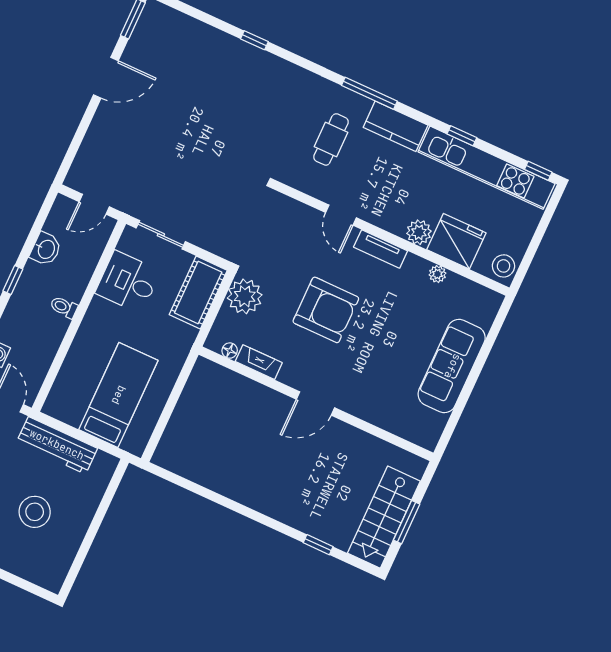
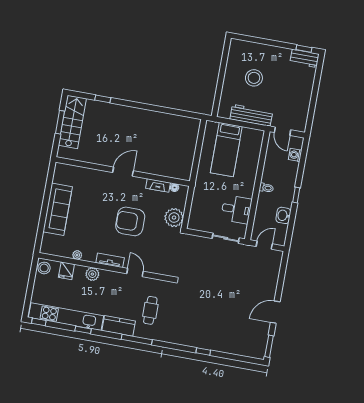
fridge: (456, 241) -> (66, 271), width x0.53, depth x0.75
cot: (198, 293) -> (199, 213), removed

